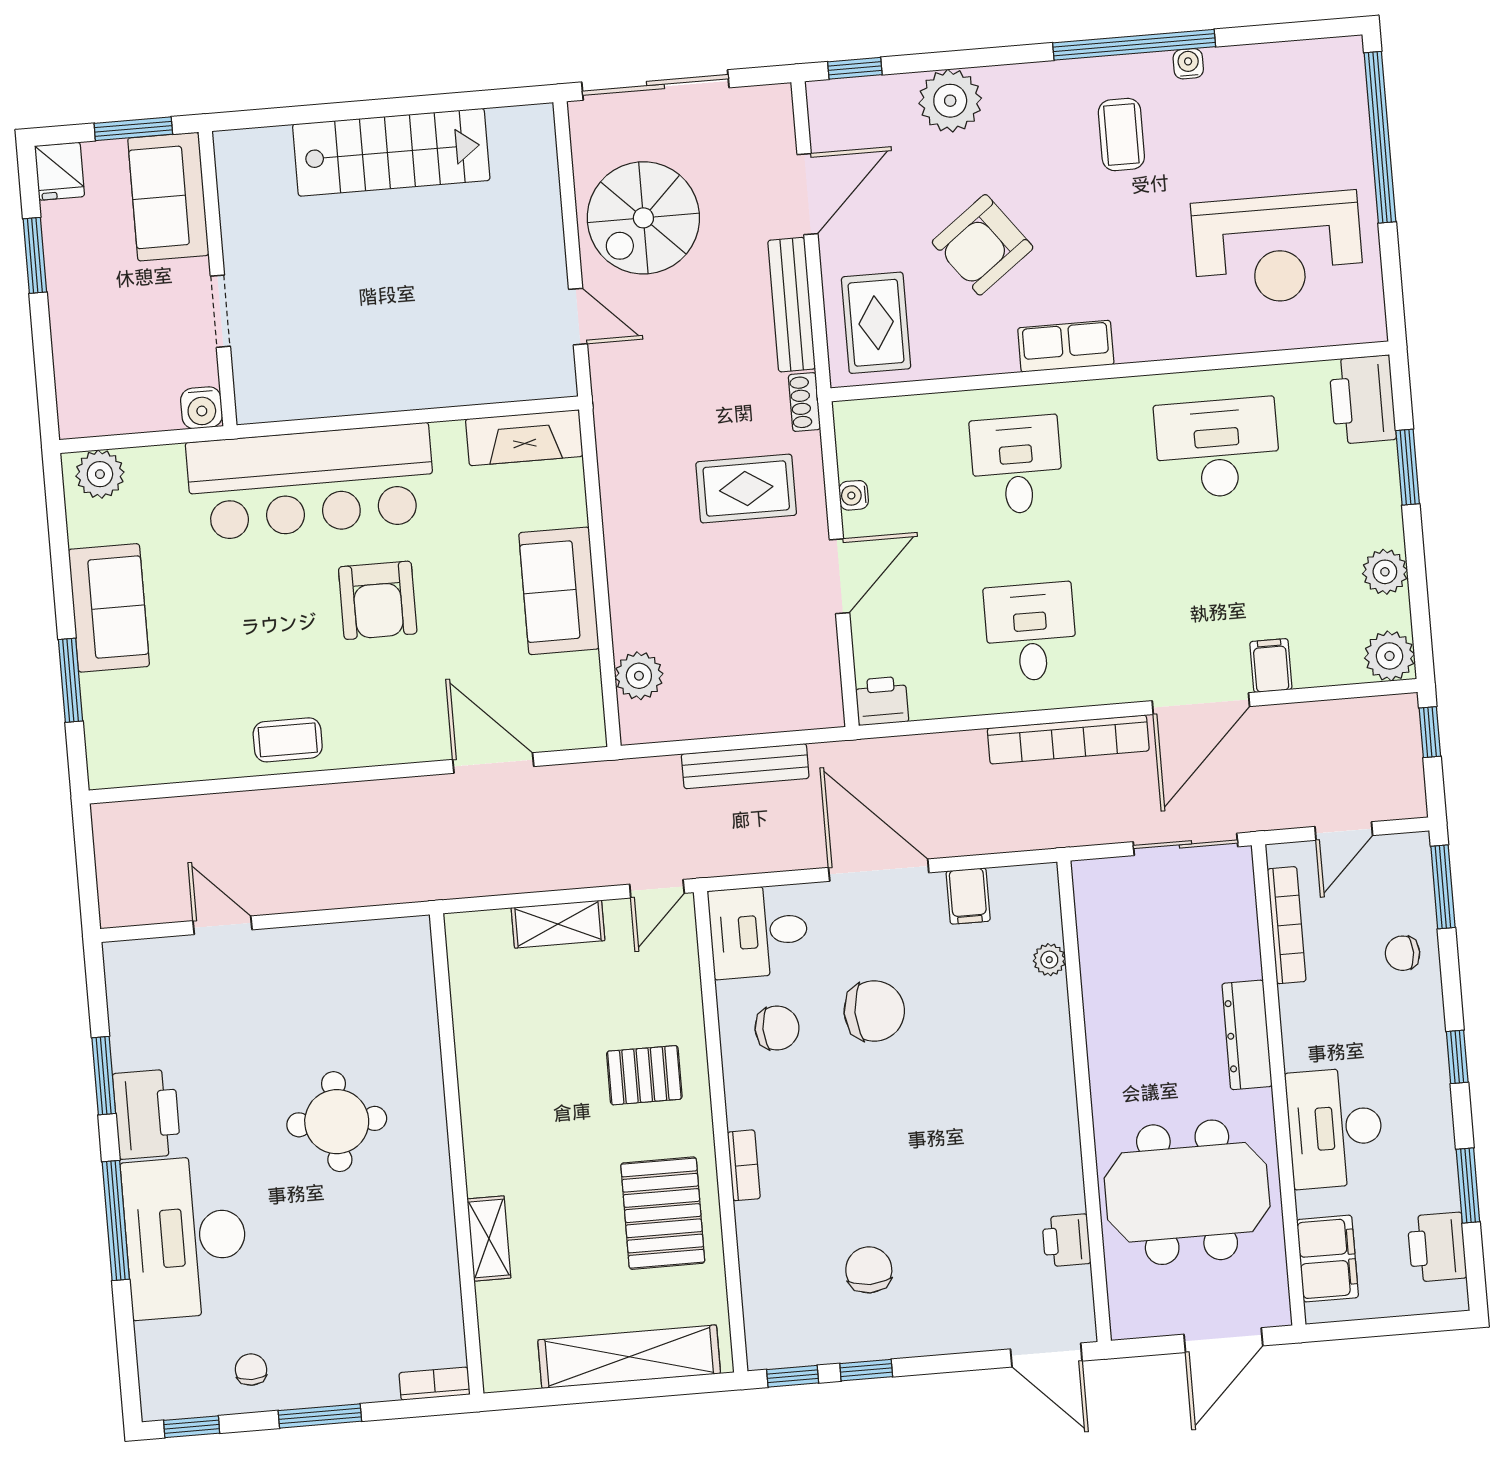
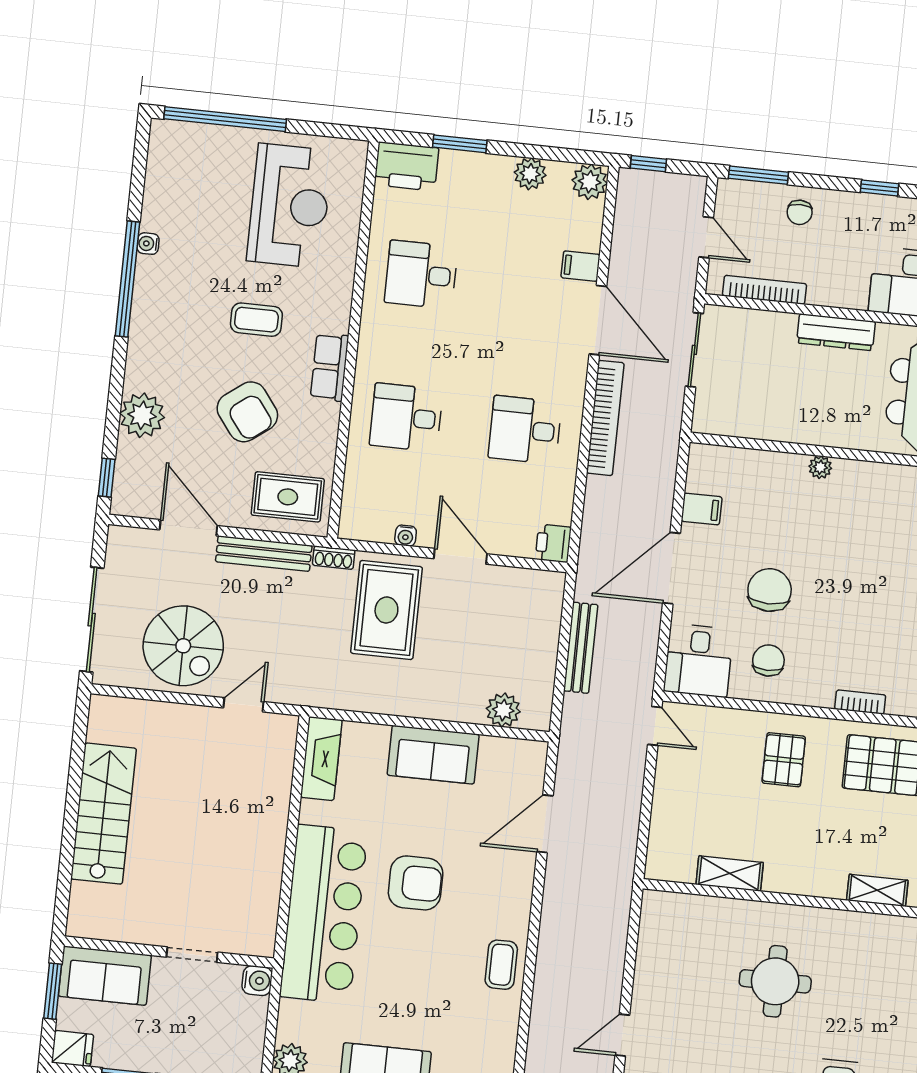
coffee table: (1121, 135) -> (256, 320), moved
desk: (1217, 448) -> (421, 275), width x0.73
rug: (746, 489) -> (386, 610), width x1.36, depth x1.43
shelving: (558, 924) -> (730, 873), moved, turned 90
plant: (1049, 960) -> (820, 467), moved

